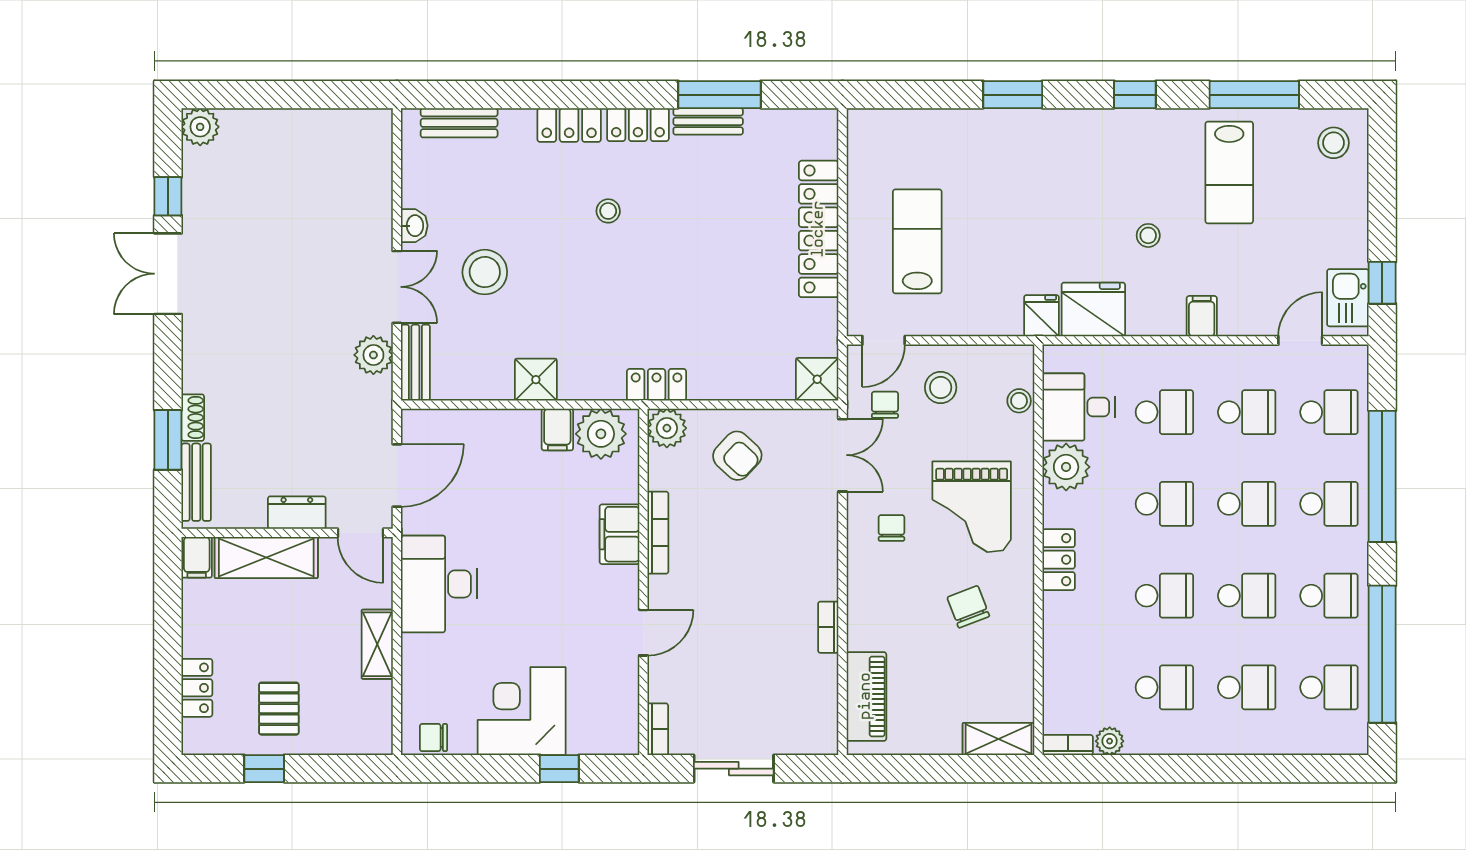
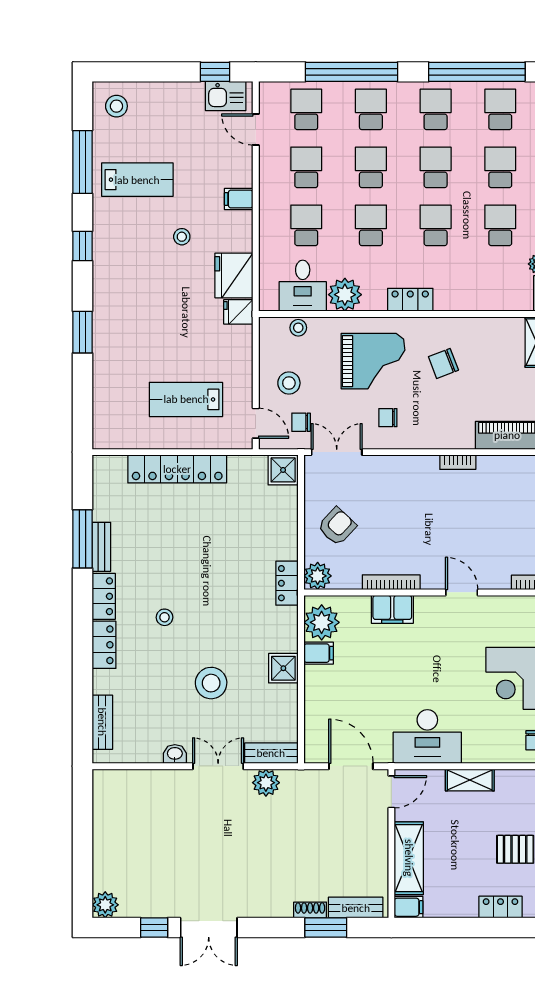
stool: (485, 272) -> (211, 683), moved
dresser: (297, 513) -> (377, 837), removed

